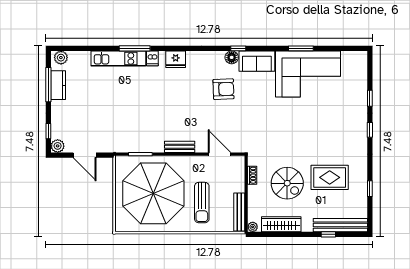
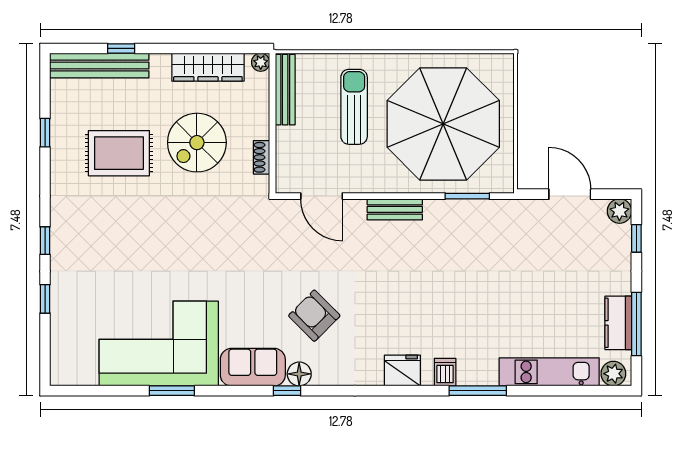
kitchen unit: (118, 59) -> (549, 372), moved
armchair: (223, 89) -> (314, 316), turned 47
spiral stairs: (287, 183) -> (197, 143), turned -90

